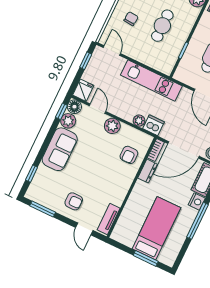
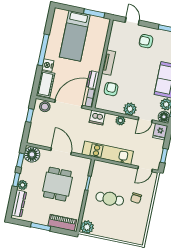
cafe table: (162, 26) -> (110, 199), turned 90
door: (112, 51) -> (145, 169), hinge flipped
door: (97, 109) -> (145, 120), hinge flipped
plant: (139, 121) -> (120, 121), moved
tv unit: (109, 219) -> (109, 63), moved
window: (146, 258) -> (94, 13), moved

